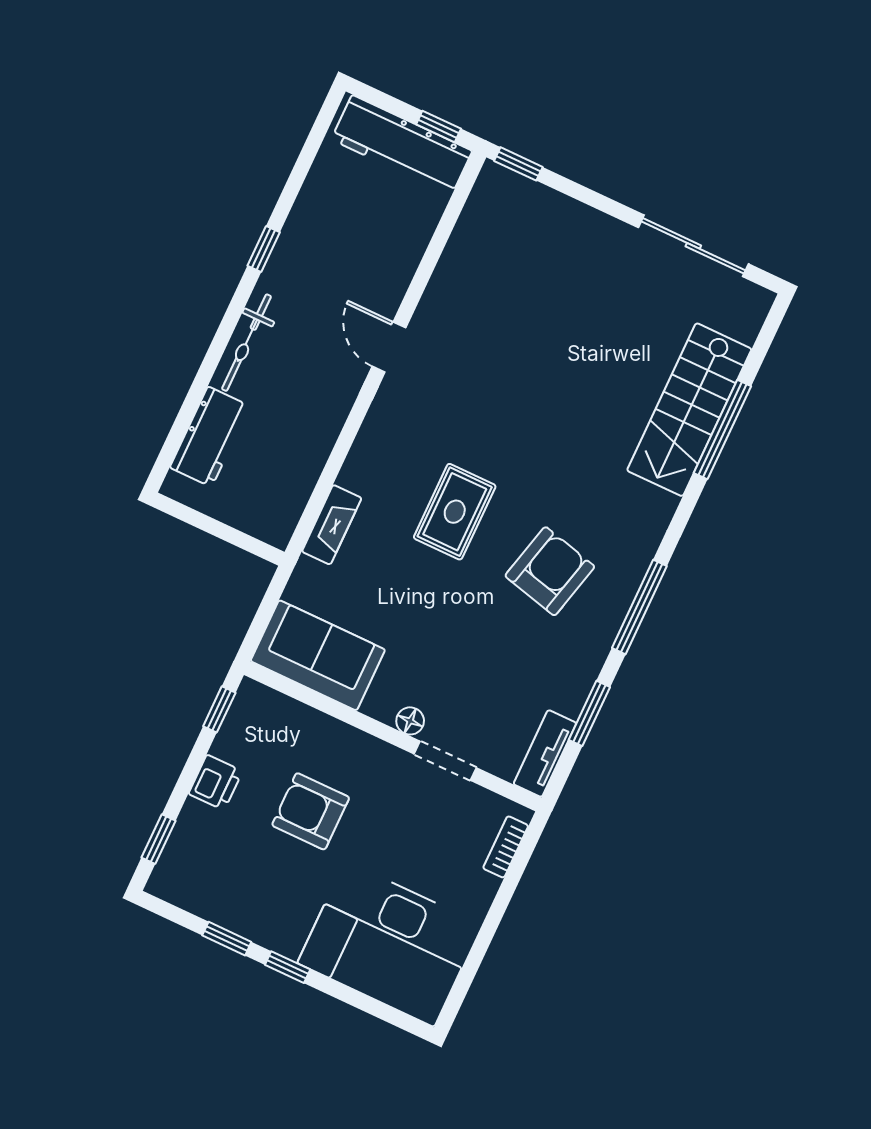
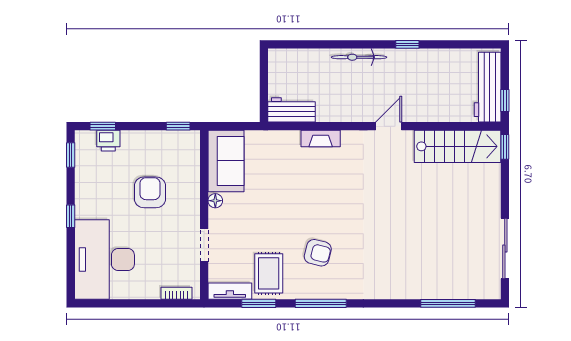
stairs: (689, 410) -> (457, 146), moved, turned 180
window: (722, 430) -> (448, 303), moved
workbench: (210, 437) -> (292, 110), moved, turned 180
rug: (455, 512) -> (269, 273), moved, turned 90
fireplace: (332, 525) -> (321, 138), moved
armchair: (550, 571) -> (318, 253), width x0.72, depth x0.72
floor lamp: (410, 721) -> (215, 201), moved
printer: (215, 782) -> (108, 141), moved
window: (227, 939) -> (71, 155), moved

